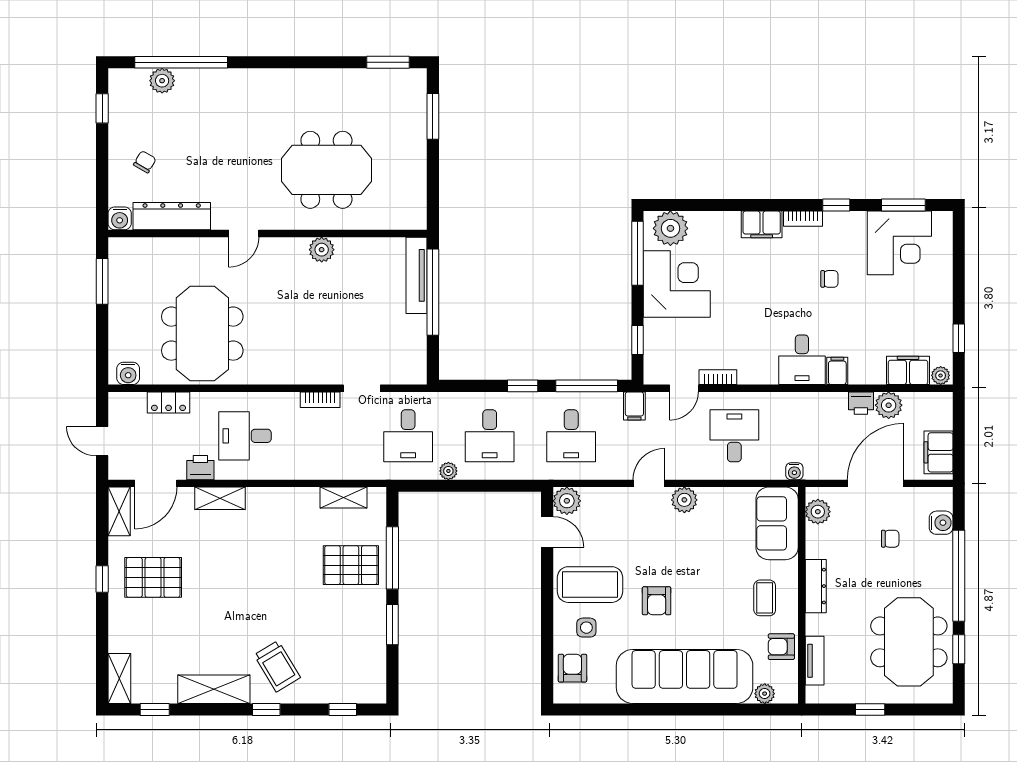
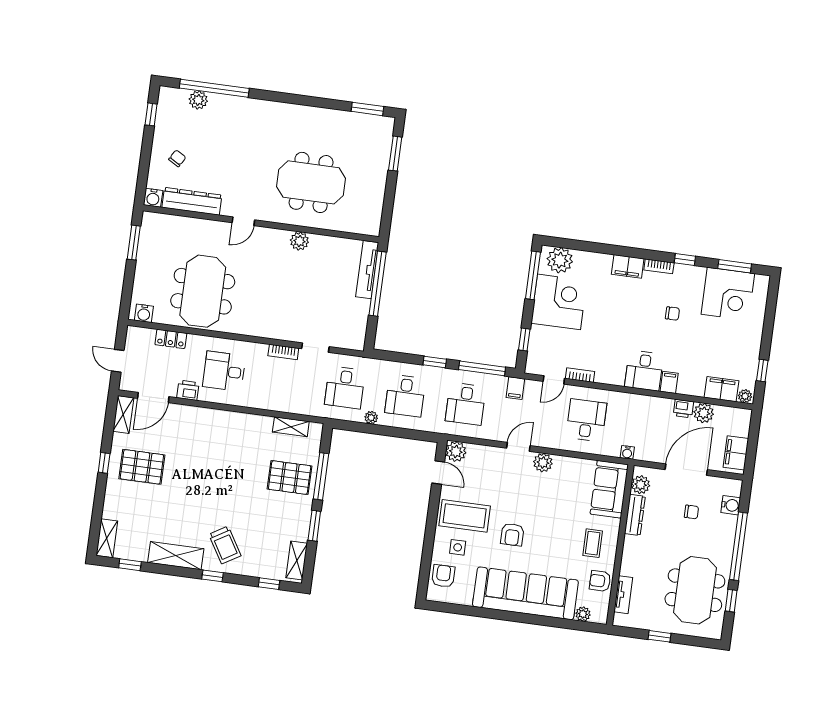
shelving: (220, 498) -> (297, 560), moved, turned 90
dresser: (816, 586) -> (635, 515), moved

